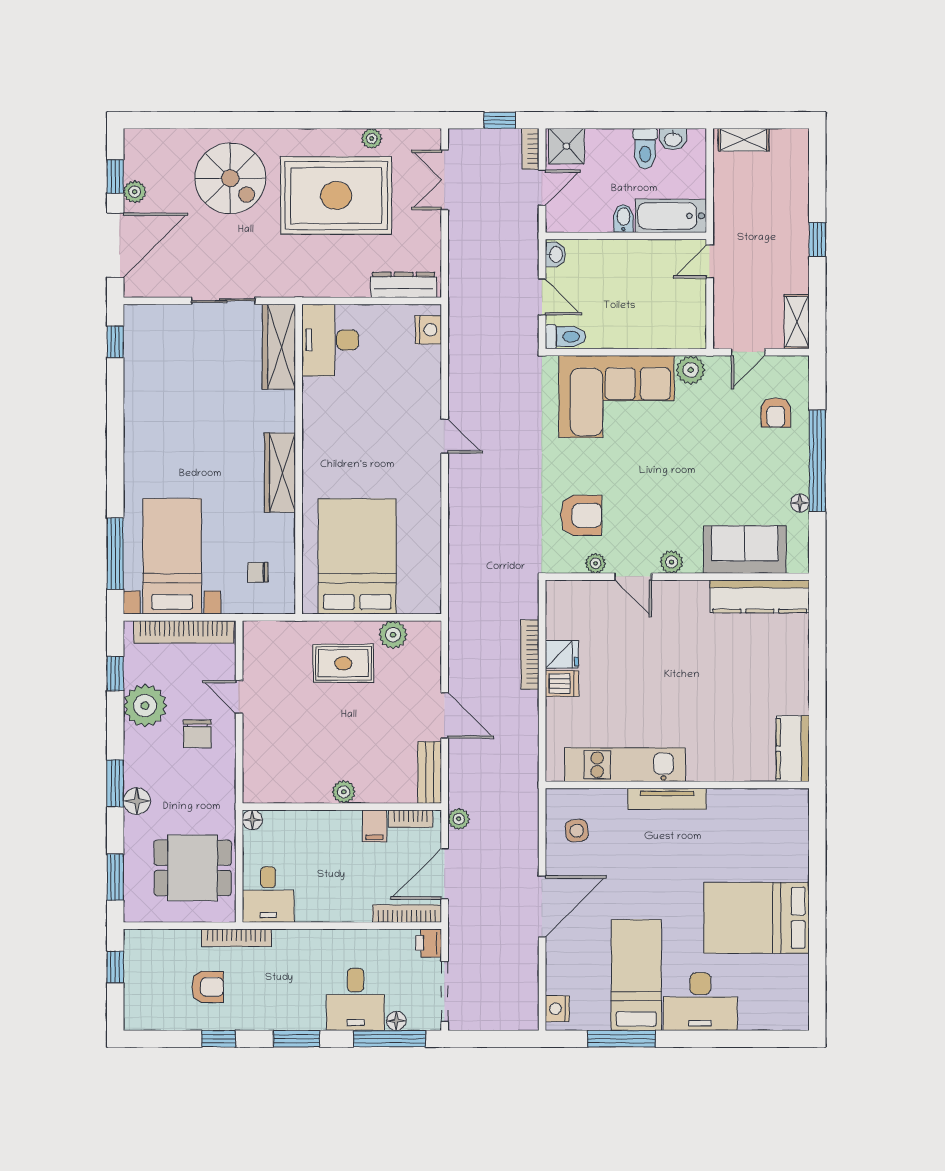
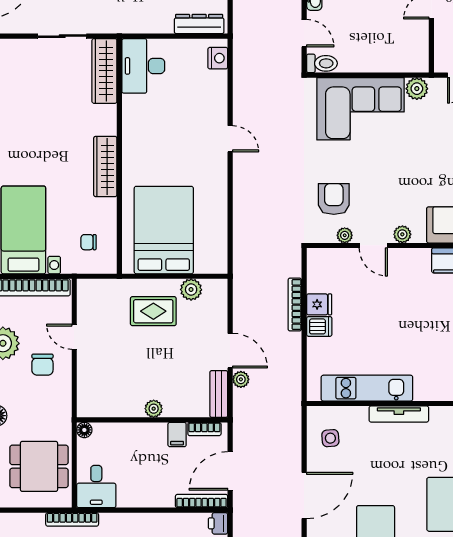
armchair: (581, 515) -> (334, 199), turned -90
plant: (459, 819) -> (241, 379), moved

